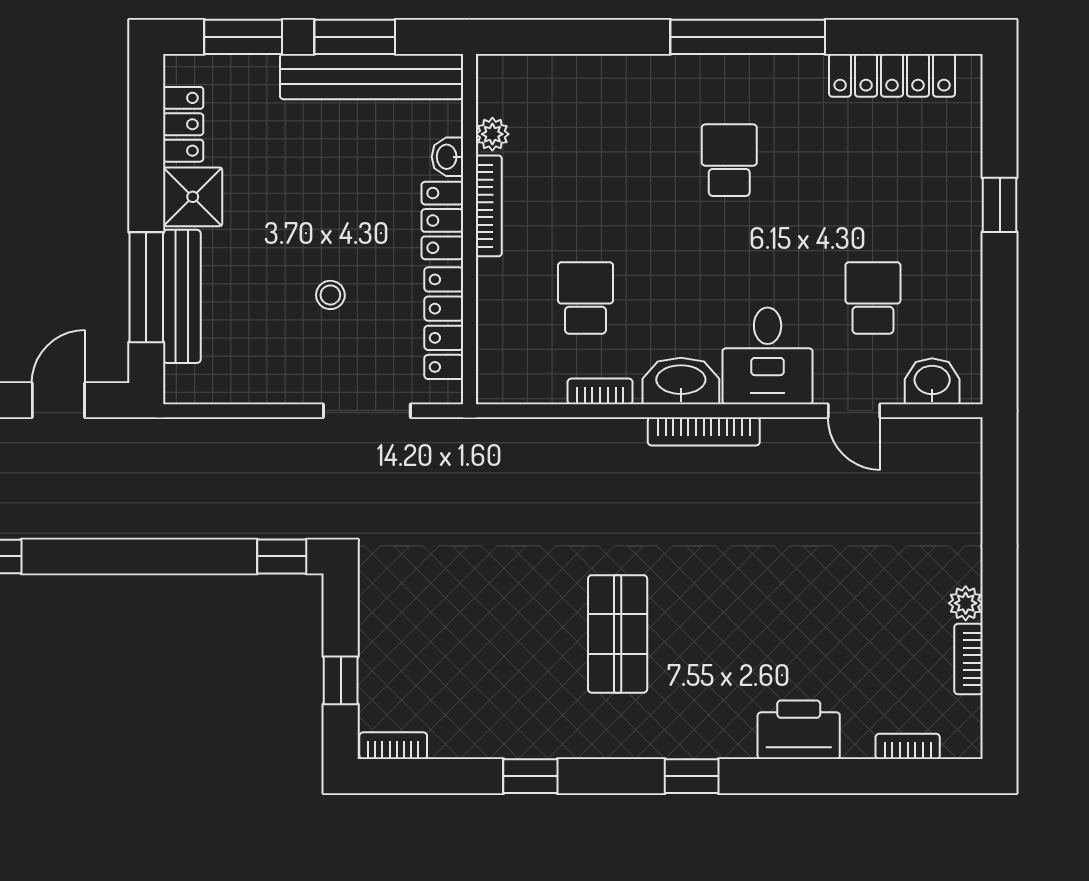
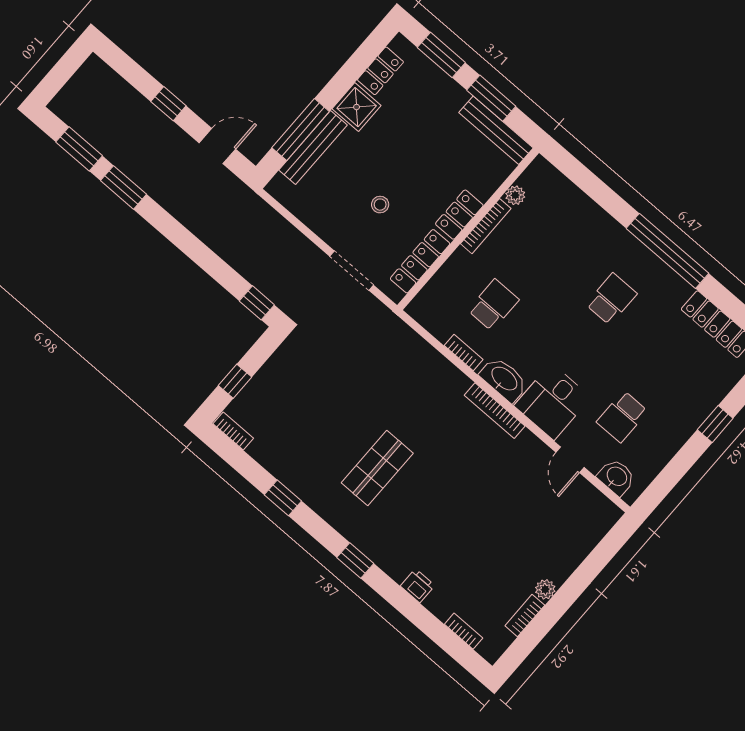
bench: (372, 77) -> (496, 130), width x0.73, depth x0.82
washbasin: (448, 157) -> (486, 188), removed
school desk: (873, 298) -> (622, 417), turned 180
printer: (799, 730) -> (418, 586), width x0.53, depth x0.68

